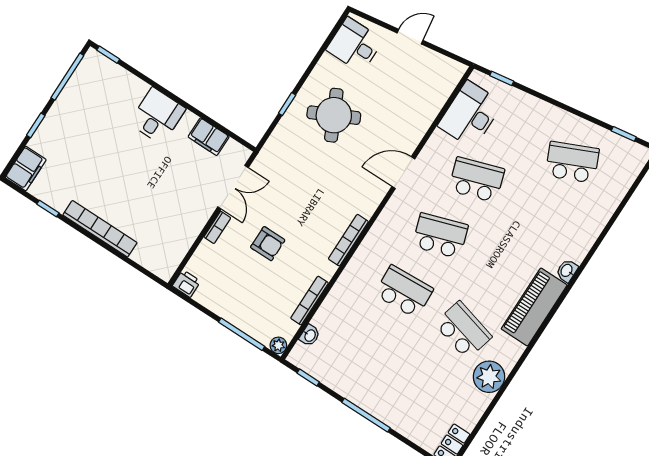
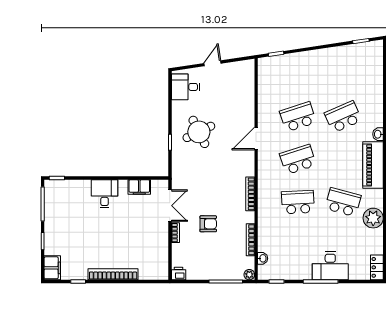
desk: (470, 114) -> (330, 266), moved, turned -90
school desk: (572, 162) -> (343, 117), moved

